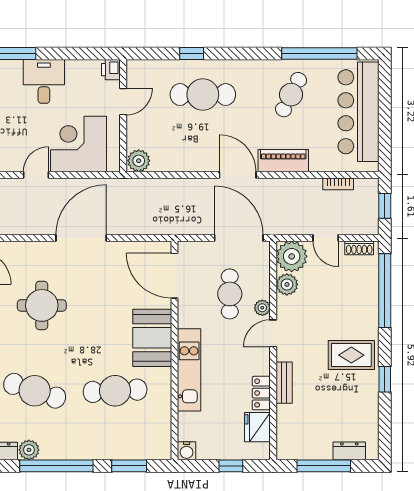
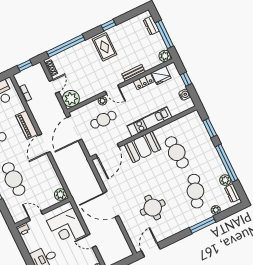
plant: (287, 284) -> (165, 56), moved
water cooler: (187, 451) -> (185, 95), moved

